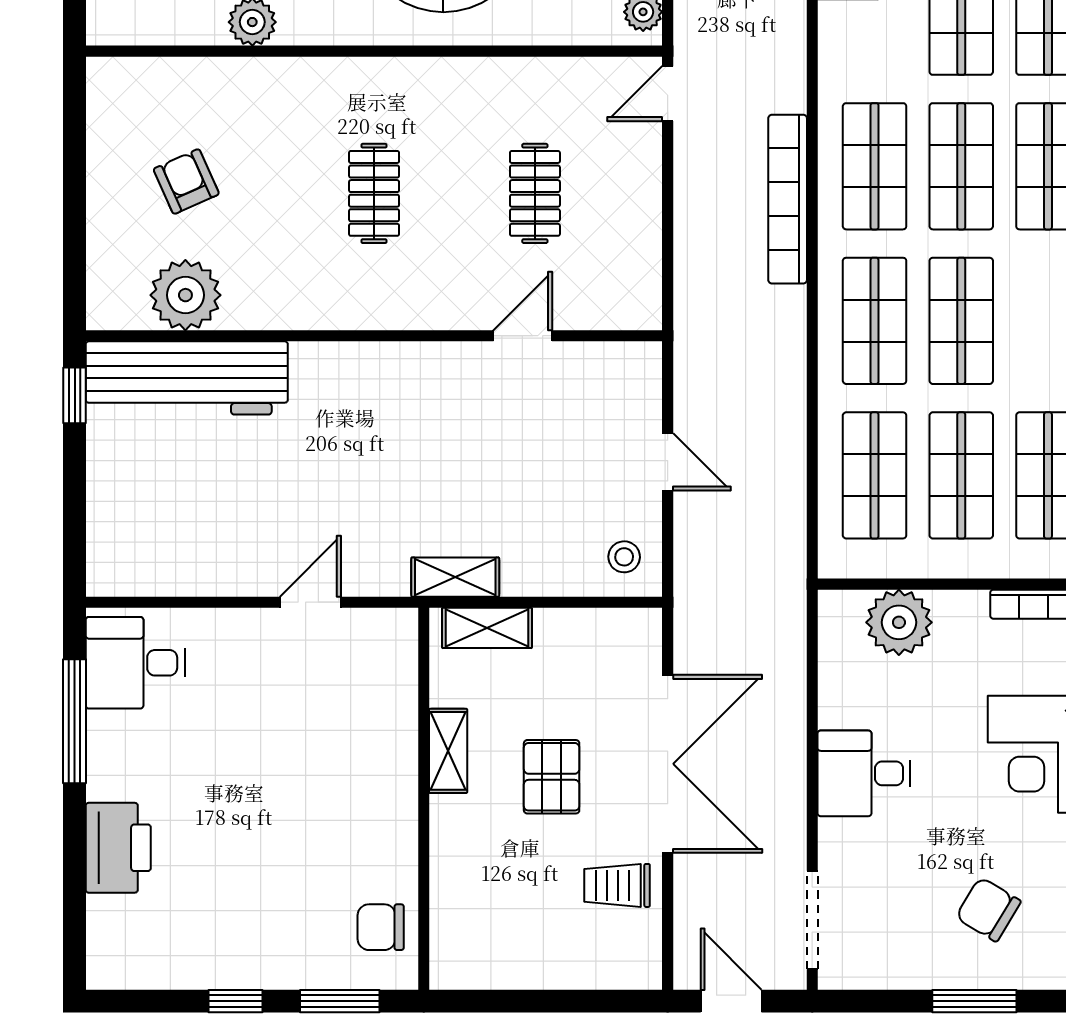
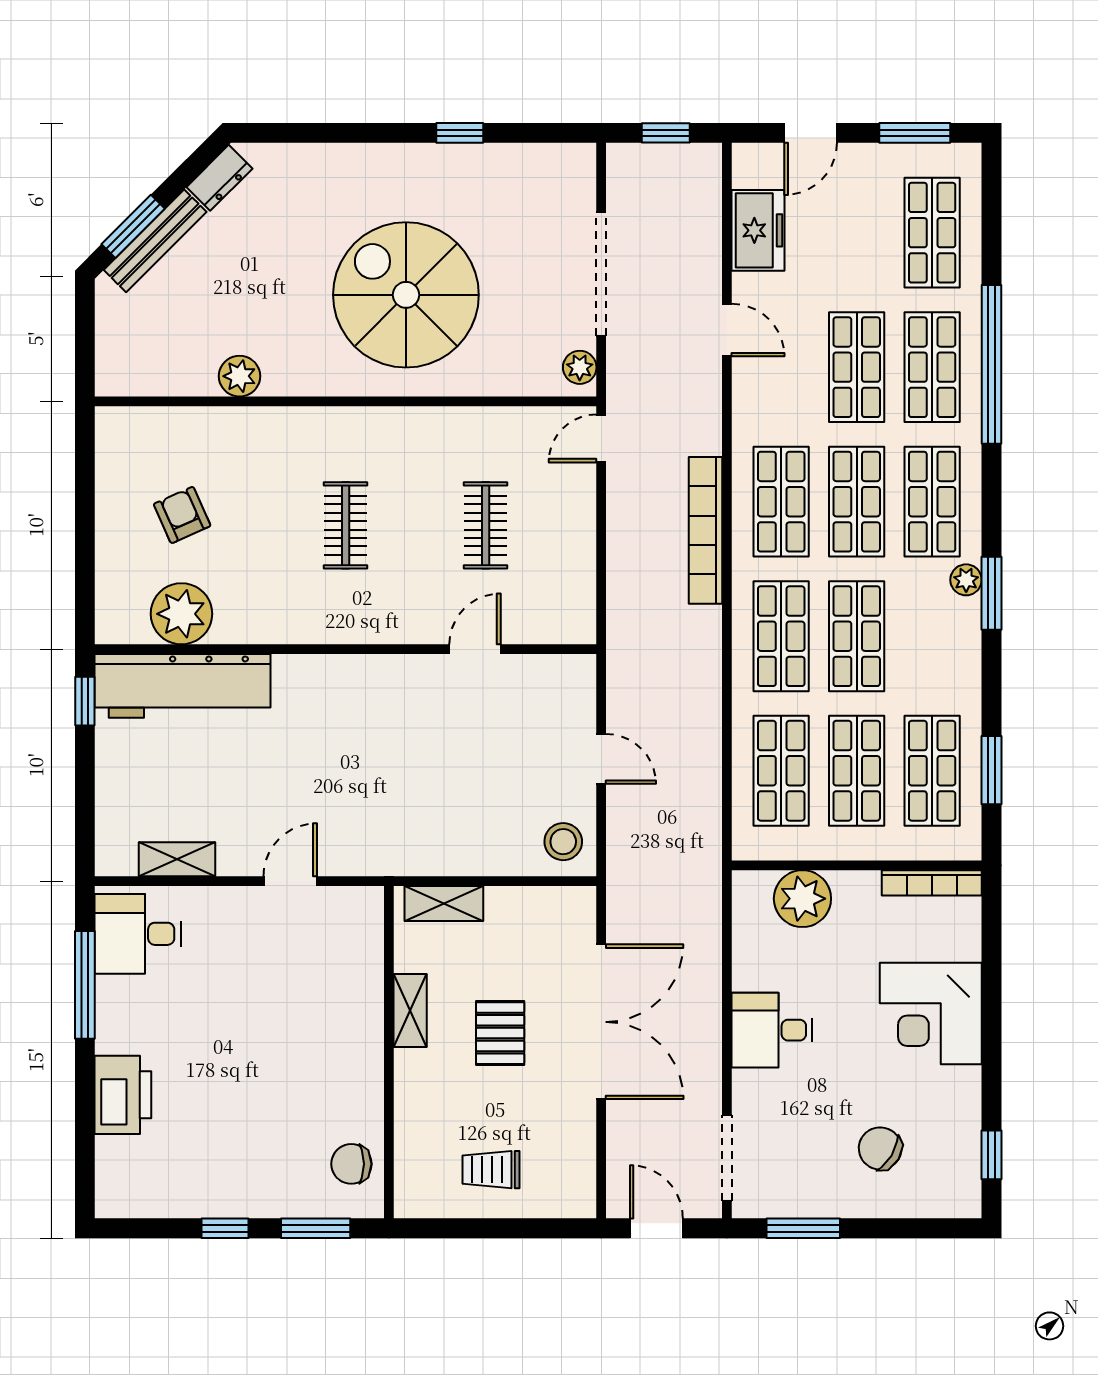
stool: (624, 557) -> (563, 842), width x1.37, depth x1.37
shelving: (455, 577) -> (177, 859), moved
trolley: (617, 885) -> (491, 1170), moved
window: (974, 1001) -> (803, 1228), moved

